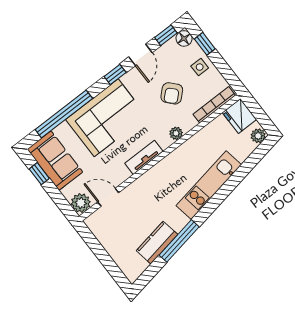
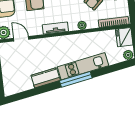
window: (179, 241) -> (76, 79), moved
kitchen counter: (157, 243) -> (46, 78), moved

